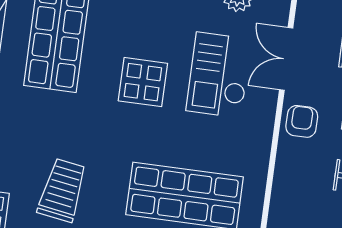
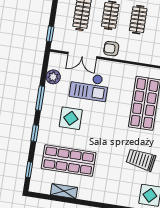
display table: (143, 82) -> (71, 118), moved

